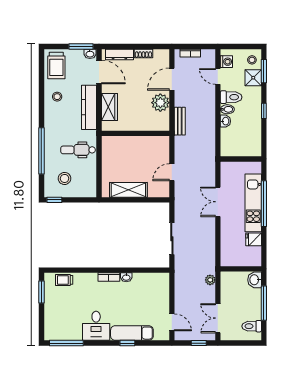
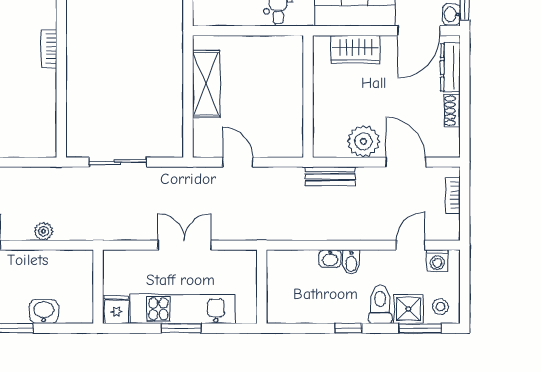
toilet: (231, 97) -> (380, 304), moved, turned 180
window: (264, 204) -> (181, 328), width x0.47
wall: (241, 269) -> (98, 287), moved
washbasin: (126, 277) -> (48, 80), removed

